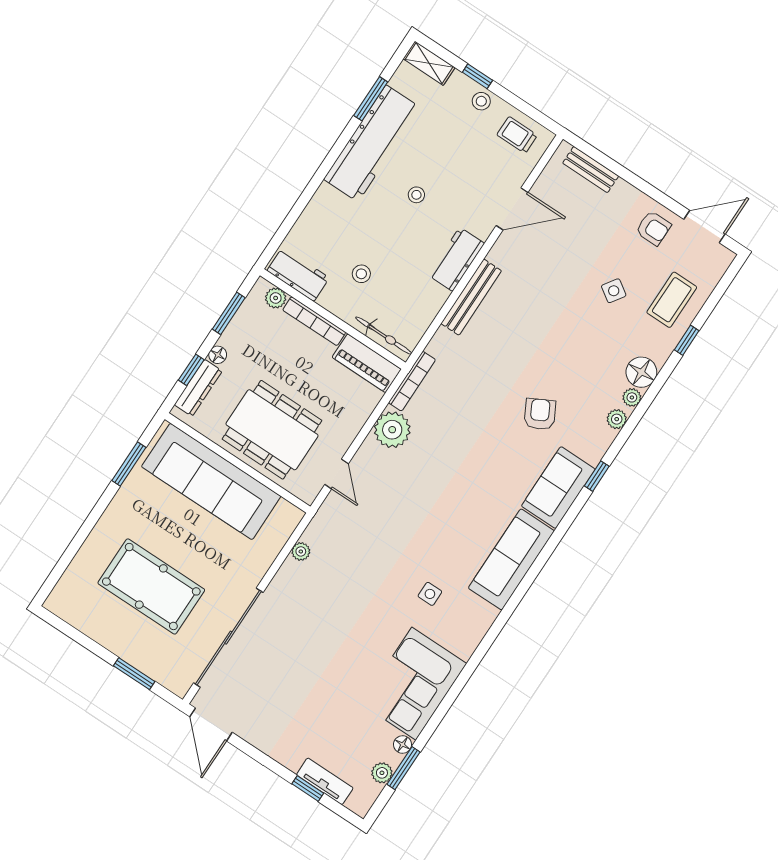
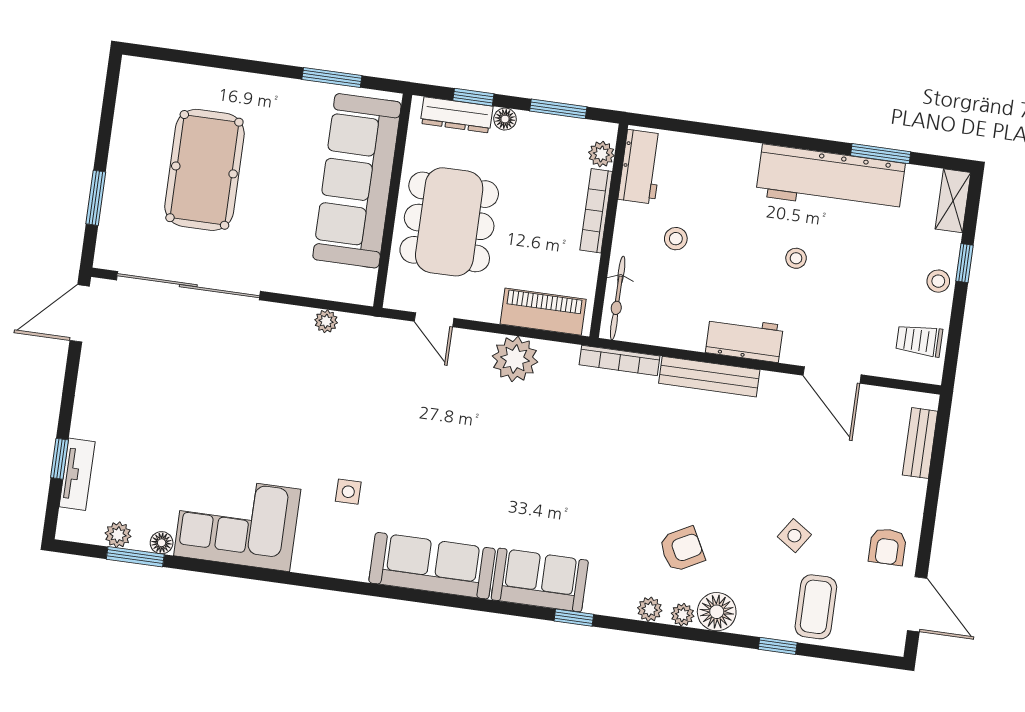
trolley: (517, 135) -> (919, 340), turned -90
coffee table: (672, 300) -> (816, 607), turned 90
piano: (367, 363) -> (543, 312), moved, turned 90
bookcase: (412, 381) -> (620, 360), moved
armchair: (540, 414) -> (682, 549), moved
door: (337, 474) -> (434, 320), hinge flipped

